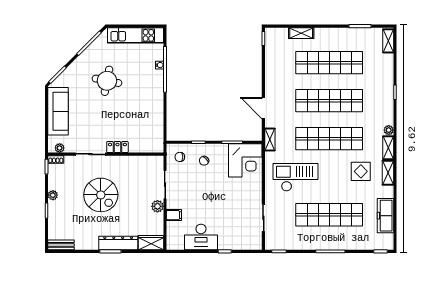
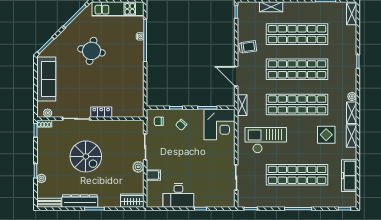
trolley: (276, 76) -> (248, 47), added
plant: (53, 195) -> (41, 178), moved
dresser: (118, 243) -> (80, 201), moved

